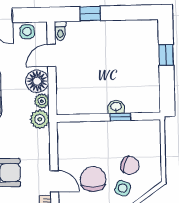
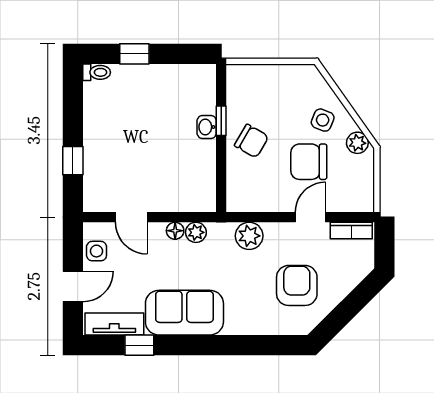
toilet: (60, 31) -> (97, 72), moved
floor lamp: (37, 81) -> (175, 231), width x0.53, depth x0.53
plant: (40, 119) -> (249, 236), moved
chair: (130, 165) -> (251, 141), moved, turned 102

